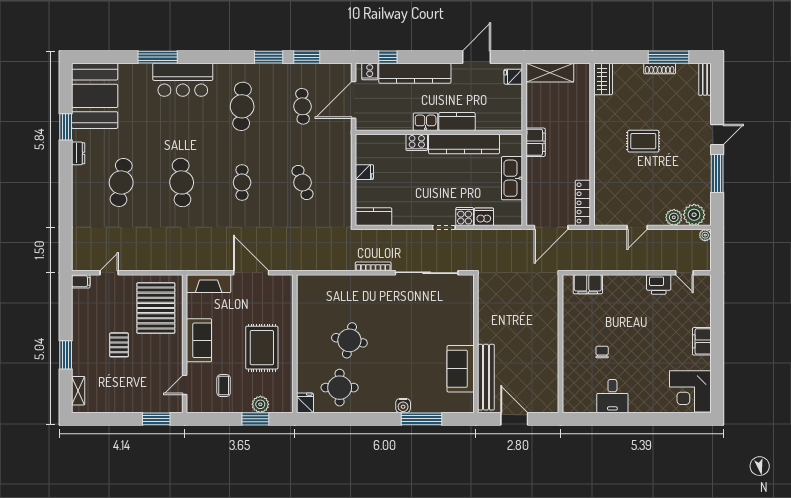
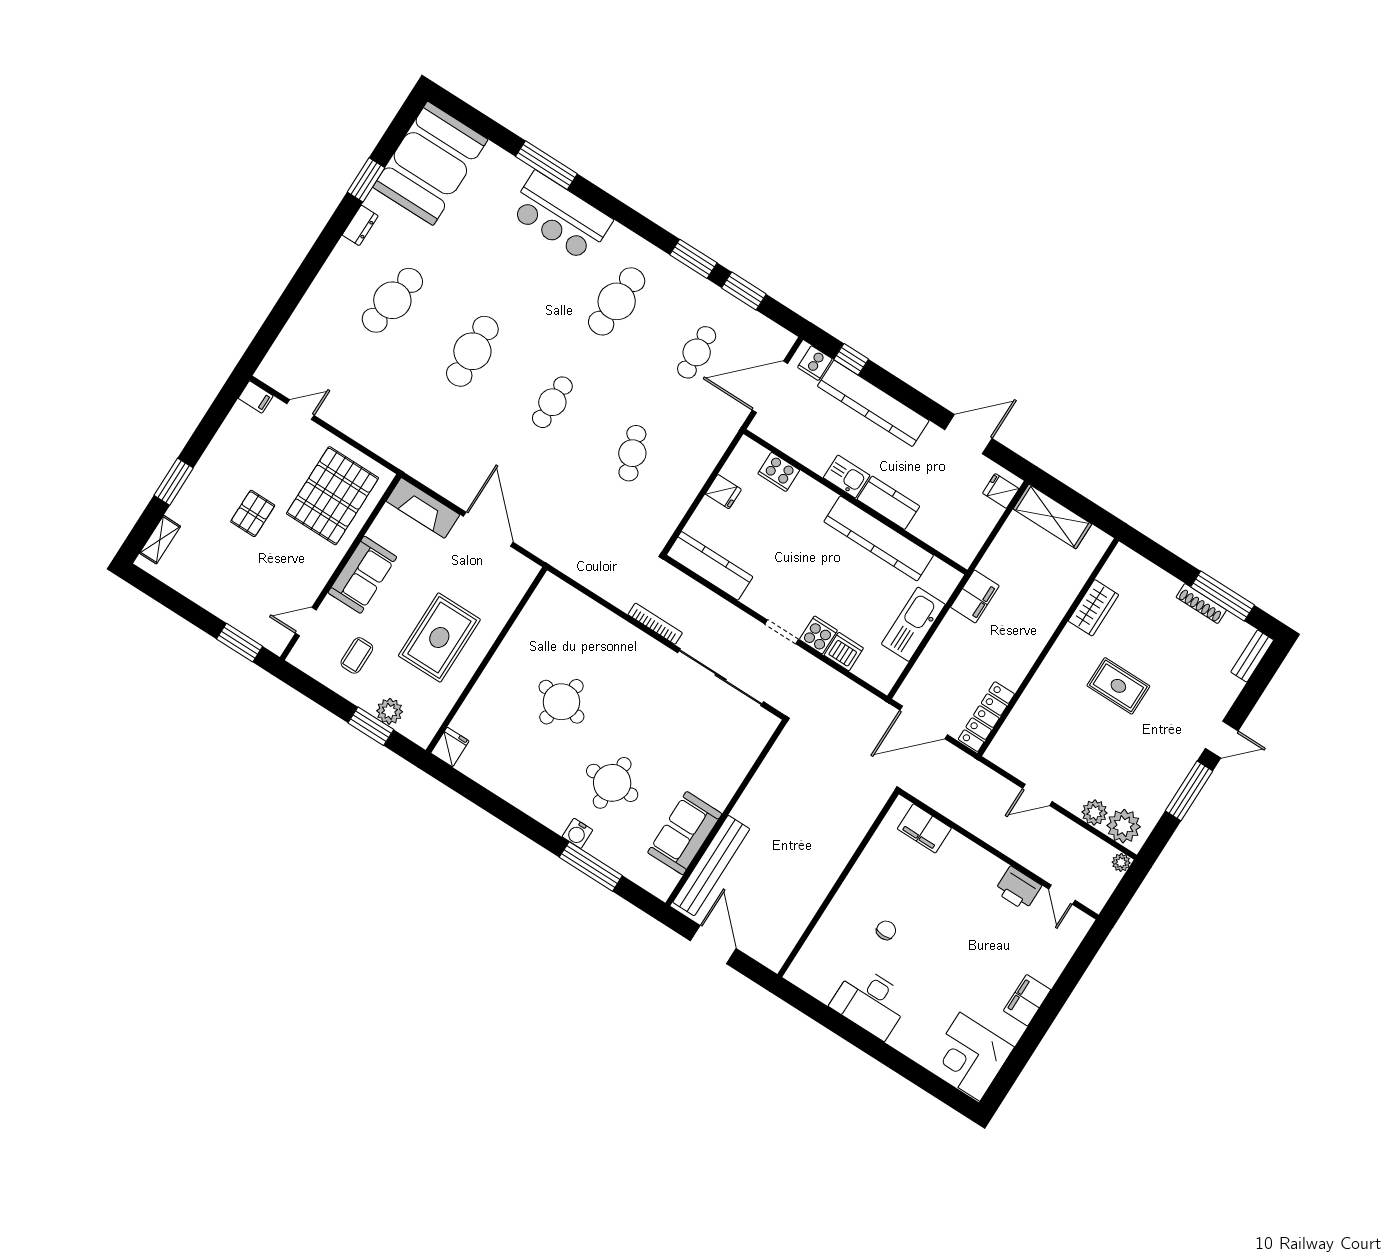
wardrobe: (603, 79) -> (1093, 608), moved
cooker: (417, 142) -> (779, 472), moved
kitchen counter: (374, 217) -> (710, 566), width x1.50
round table: (340, 388) -> (612, 783), moved
desk: (612, 396) -> (870, 1002), width x1.37

